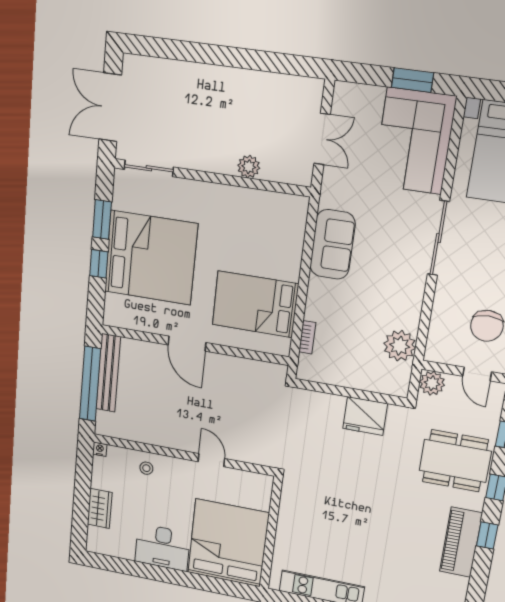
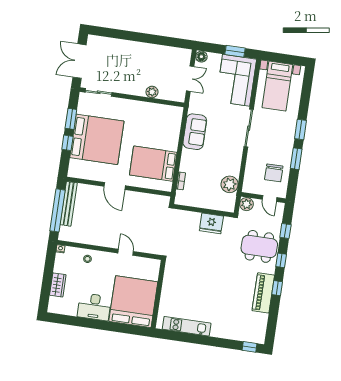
floor lamp: (344, 93) -> (201, 57), added

